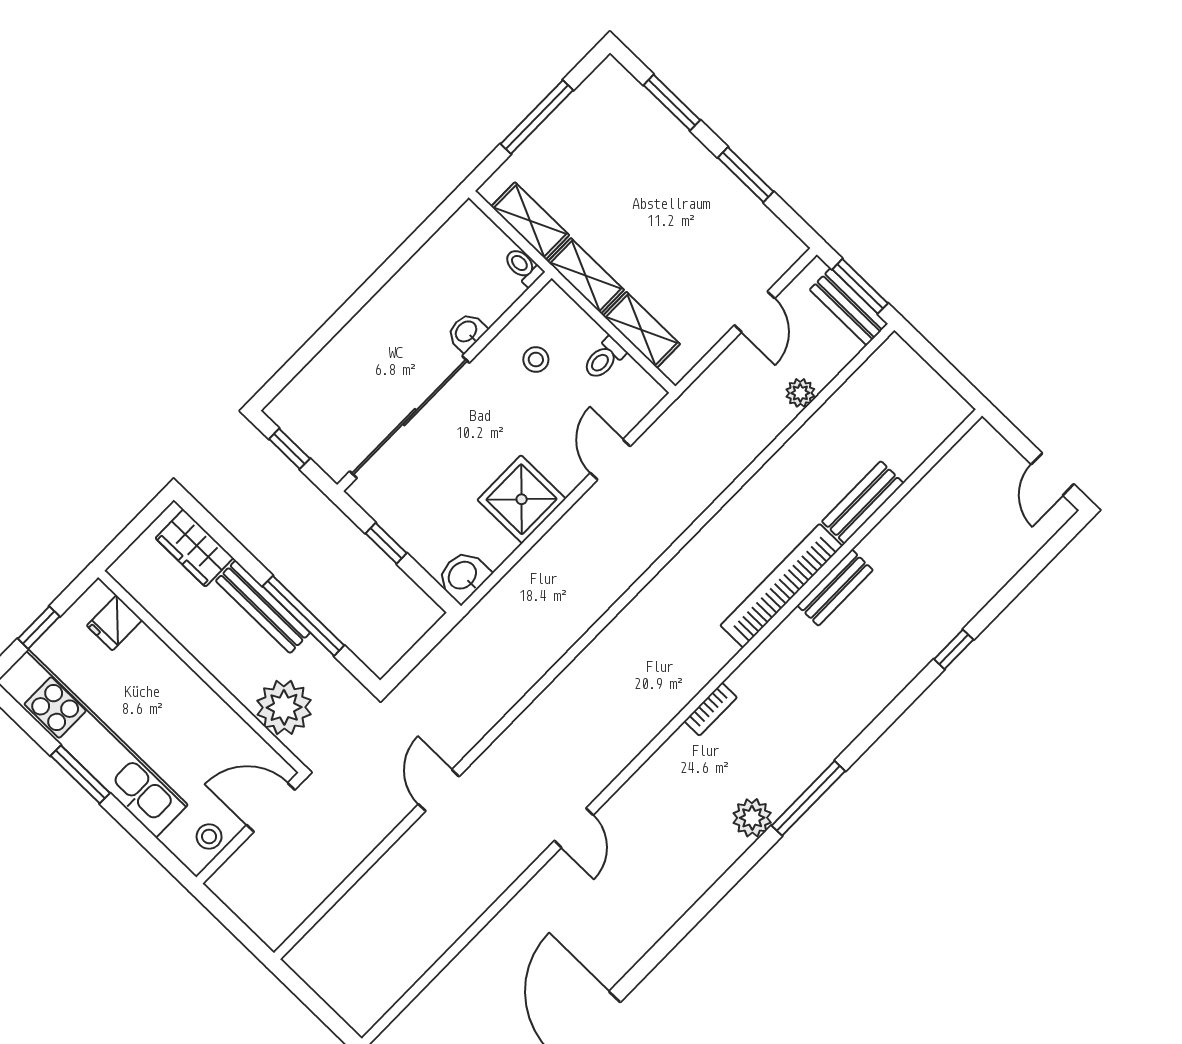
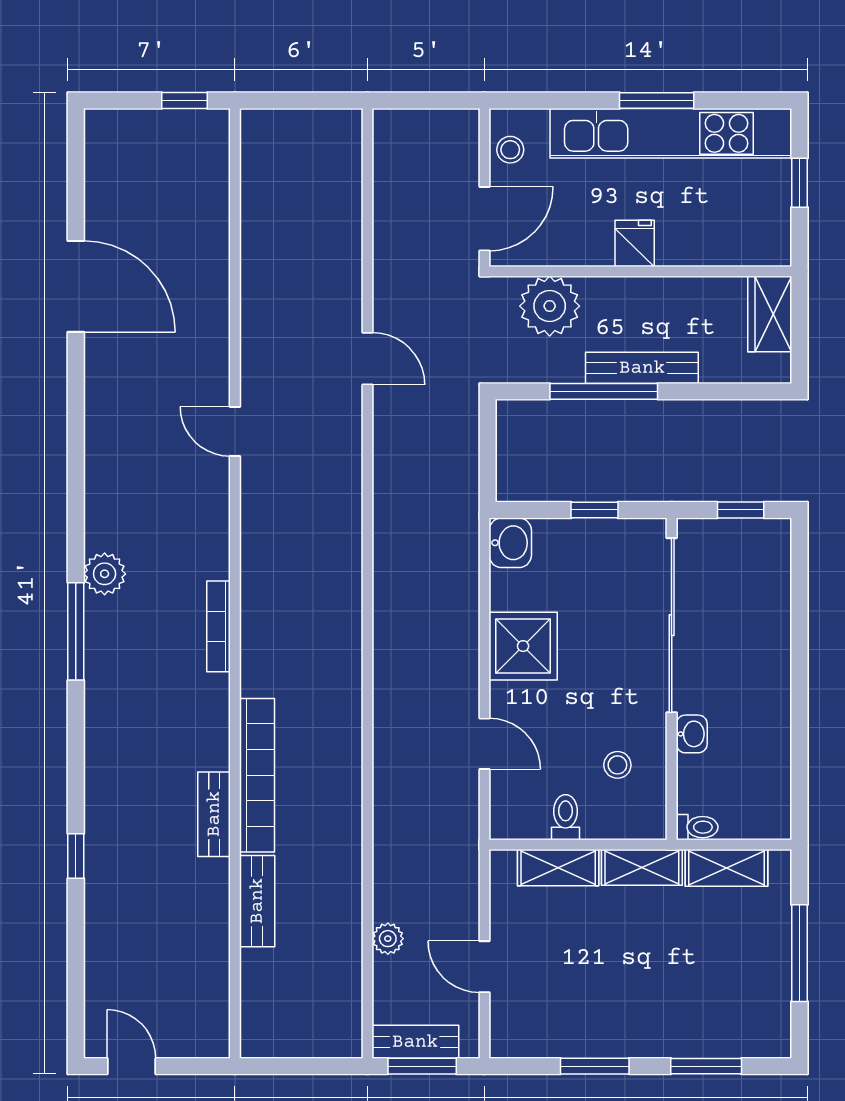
wardrobe: (194, 548) -> (770, 314), moved, turned -90
fridge: (114, 623) -> (635, 243), moved
bookcase: (711, 709) -> (219, 626), width x1.56

